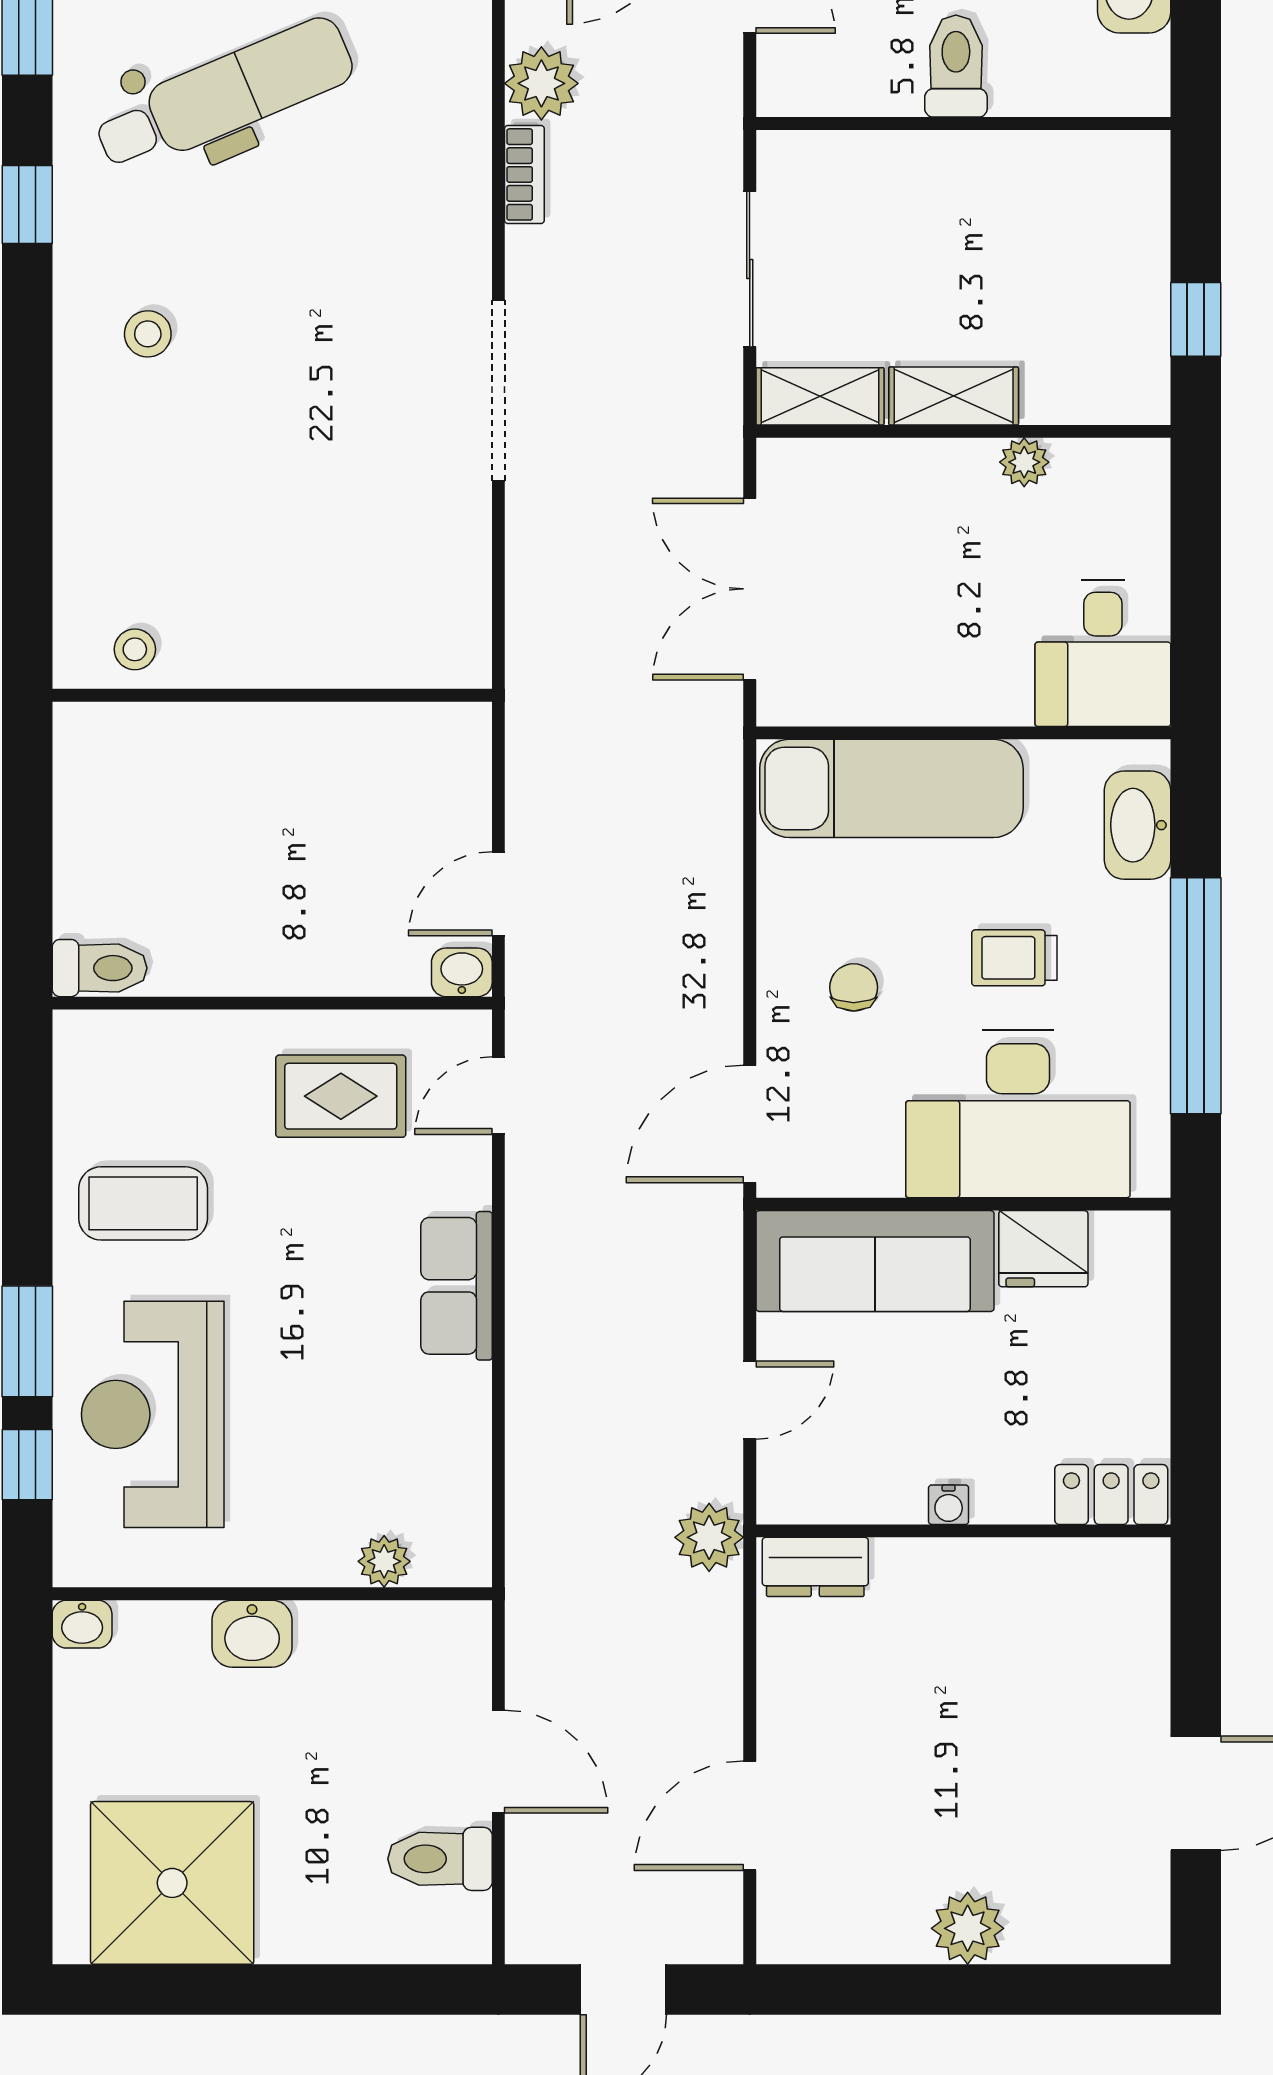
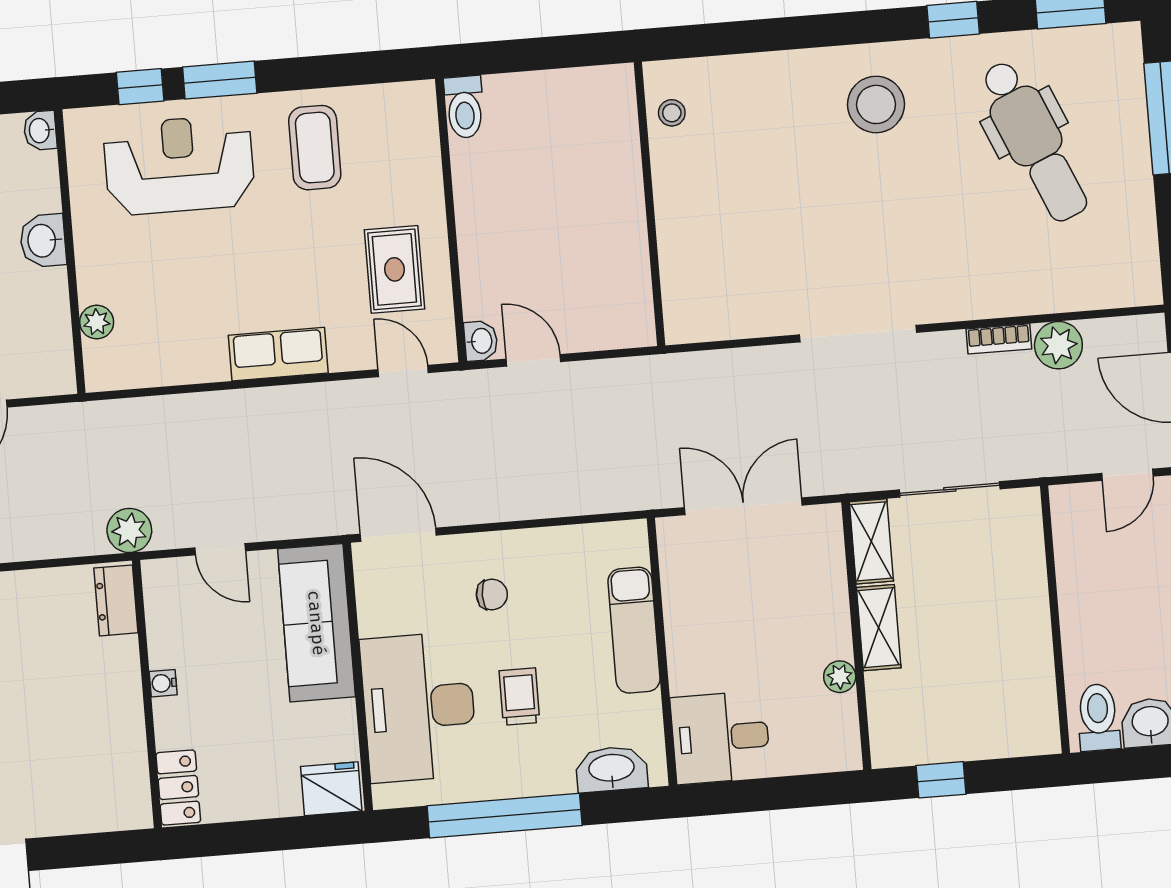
toilet: (956, 66) -> (1098, 717), moved, turned -90
stool: (148, 334) -> (876, 104), width x1.89, depth x1.89
exam couch: (891, 788) -> (634, 630), width x0.73, depth x0.69
fridge: (1043, 1249) -> (331, 789), moved, turned 90

